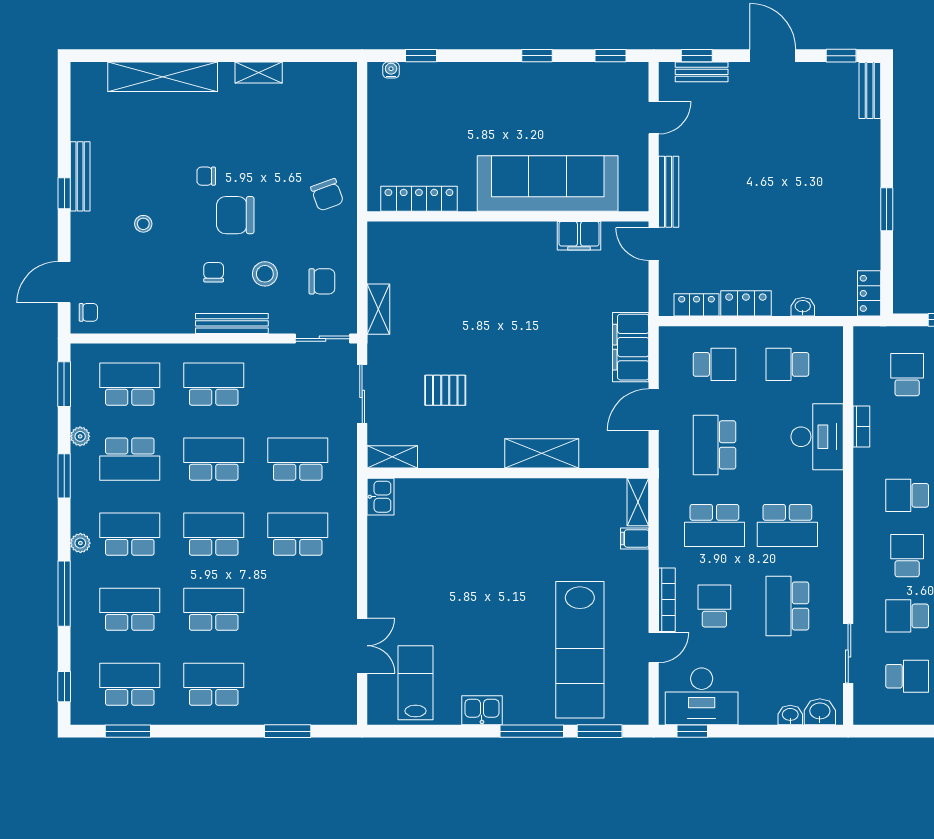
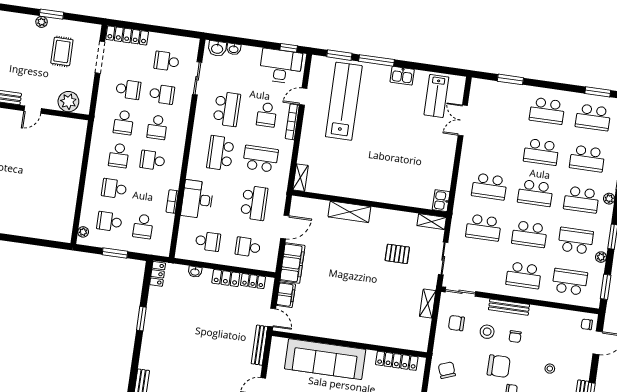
filing cabinet: (579, 236) -> (286, 295), moved, turned 90
school desk: (130, 384) -> (570, 282), turned 180
school desk: (907, 495) -> (152, 160), turned 180
school desk: (787, 525) -> (220, 153), turned -90
filing cabinet: (635, 539) -> (305, 158), removed

